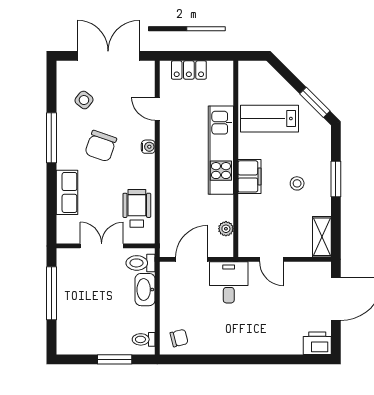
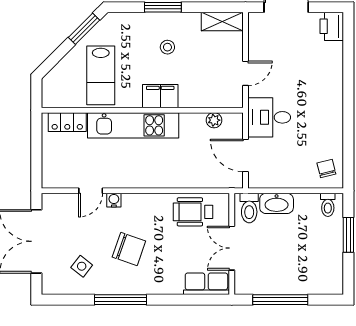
locker: (189, 70) -> (67, 122), moved, turned 90
water cooler: (148, 147) -> (114, 200), moved
row of seats: (67, 192) -> (206, 284), moved

